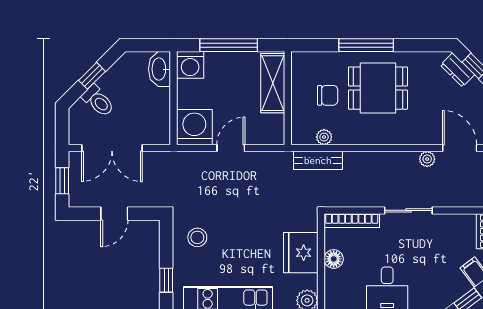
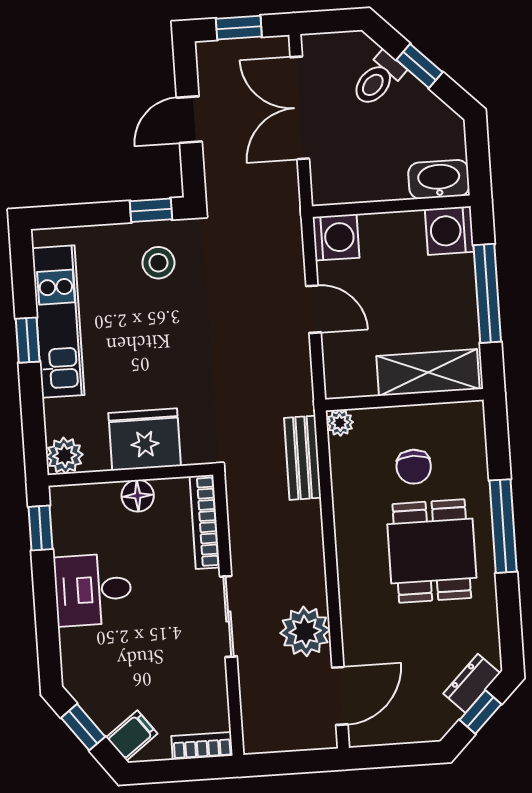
washing machine: (194, 127) -> (336, 237), width x0.73, depth x0.73
plant: (324, 137) -> (340, 423), moved
plant: (427, 159) -> (305, 631), width x1.88, depth x1.88
door: (114, 214) -> (189, 120), hinge flipped
window: (166, 280) -> (151, 210), moved

